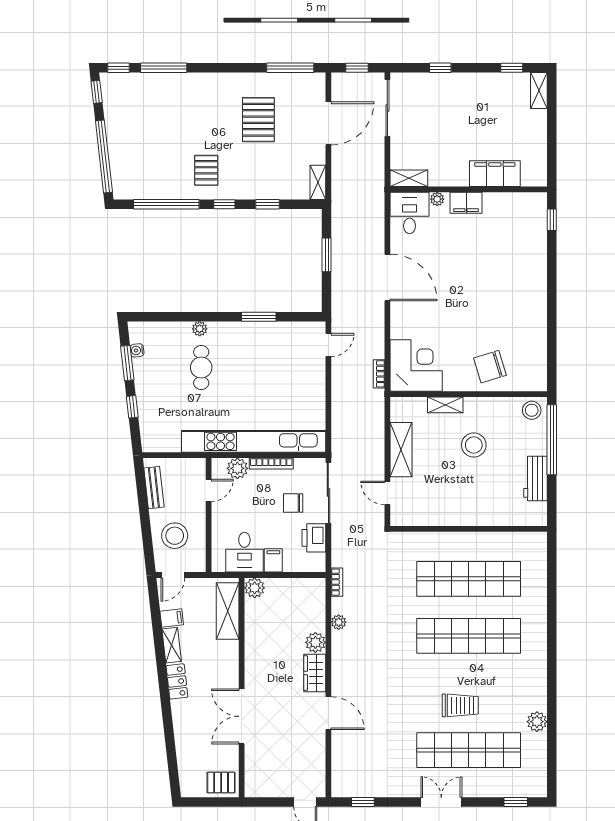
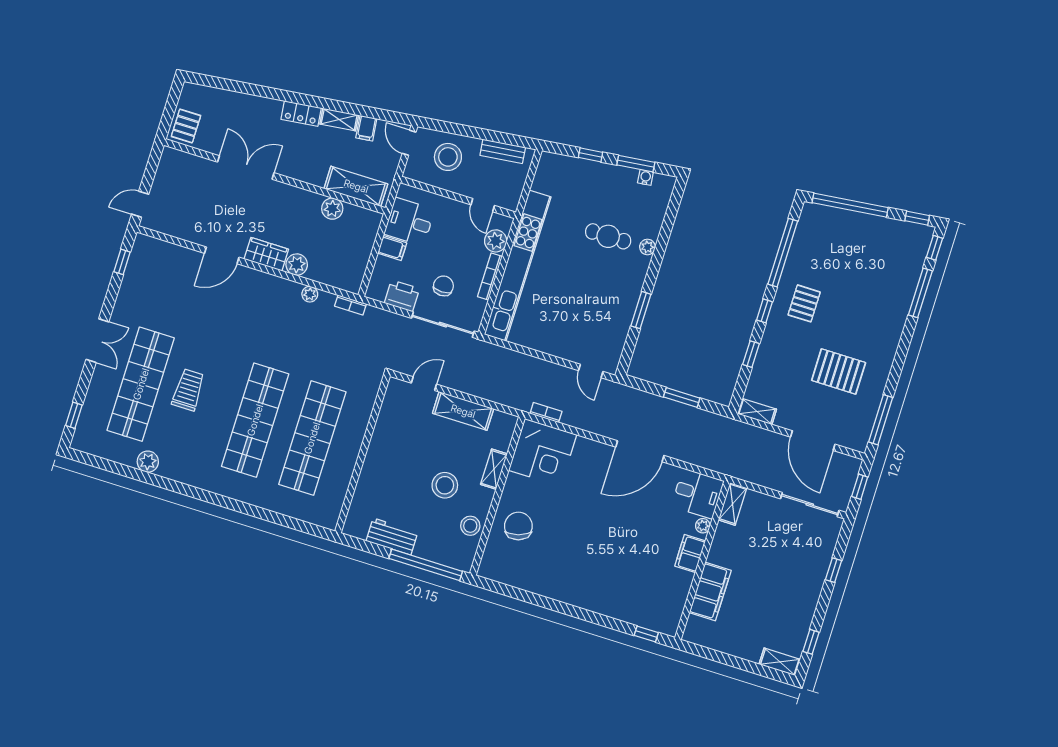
pallet: (206, 170) -> (804, 303), turned 90
stool: (532, 410) -> (470, 526), moved
plant: (255, 588) -> (332, 209), moved
trolley: (460, 705) -> (188, 390), turned 180

